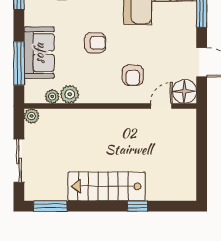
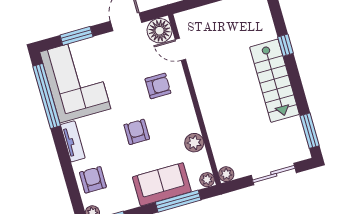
plant: (52, 96) -> (207, 180), moved

